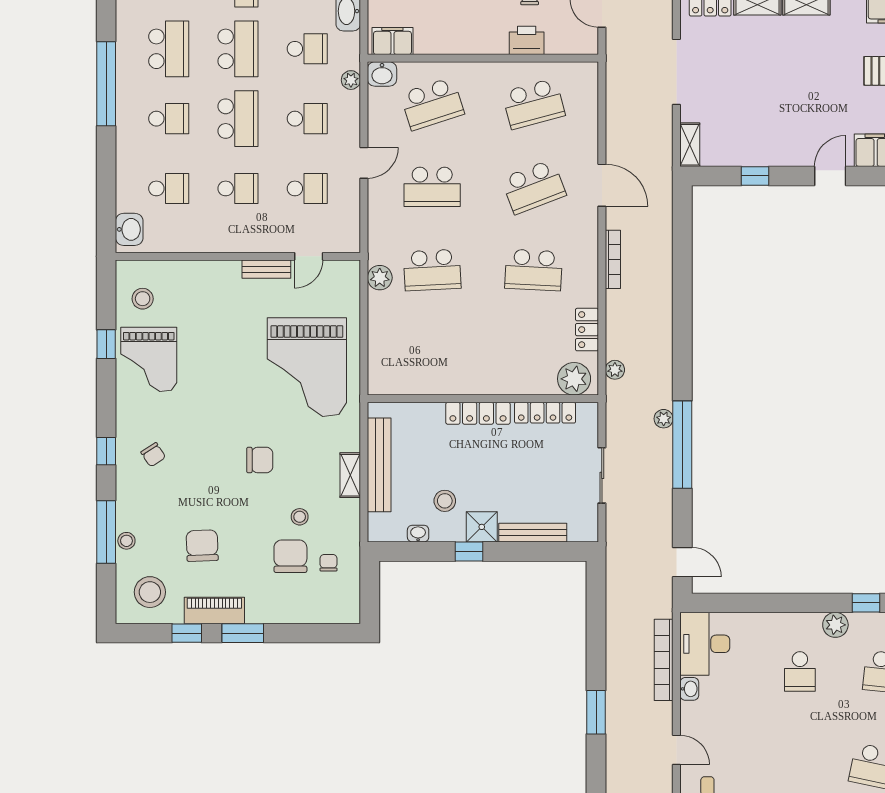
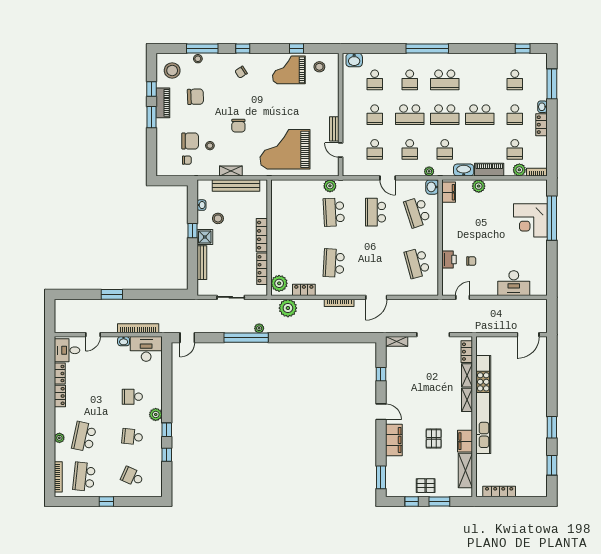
school desk: (534, 187) -> (375, 263), removed
plant: (615, 370) -> (288, 308), width x1.88, depth x1.88

